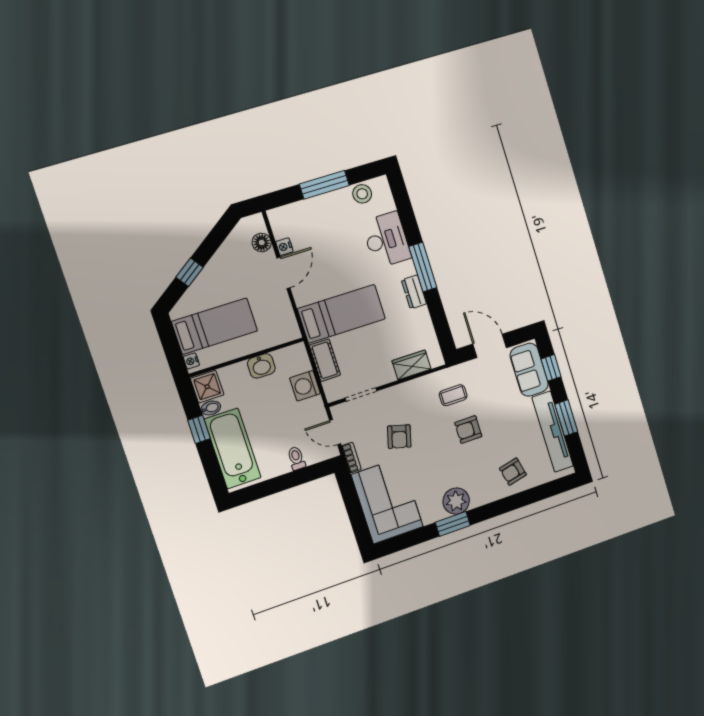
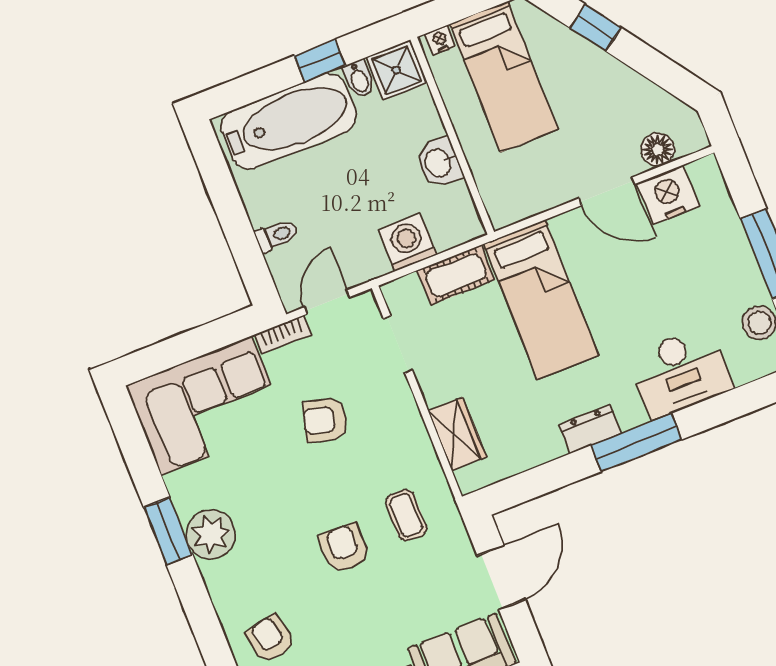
nightstand: (284, 247) -> (668, 195), width x1.89, depth x1.79

